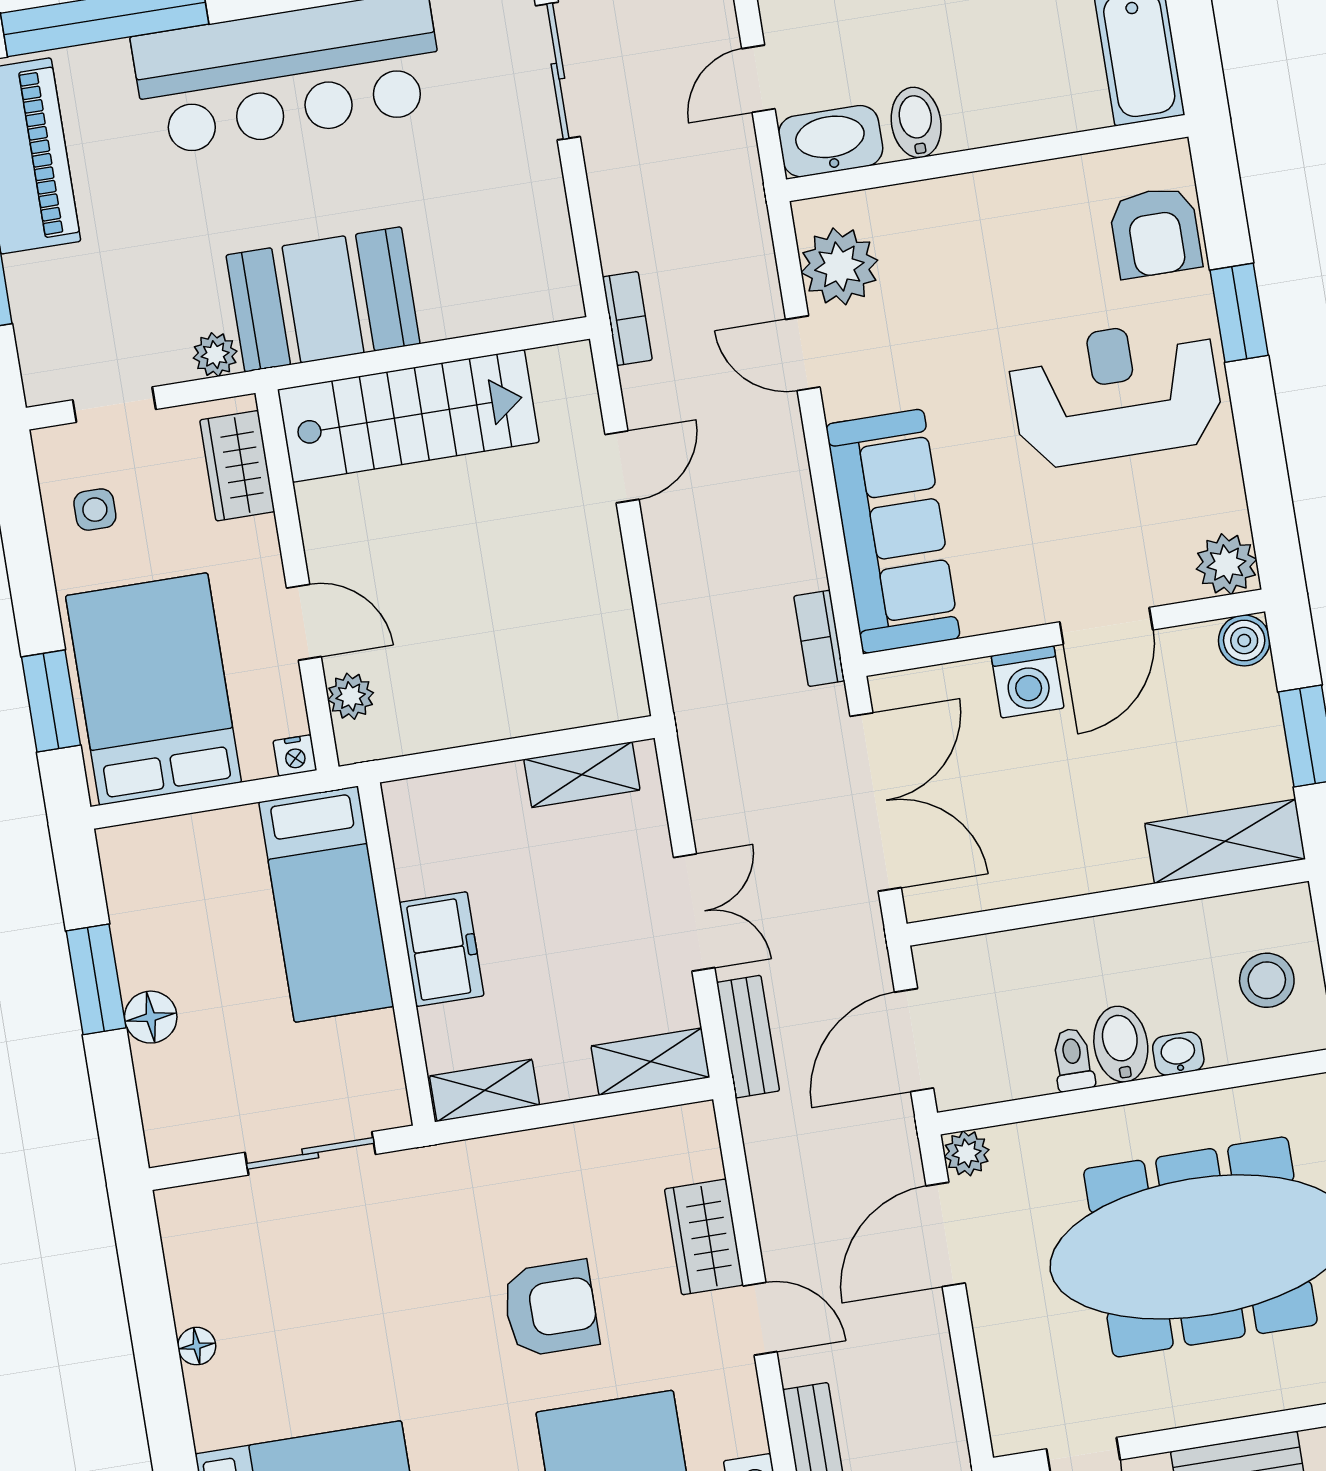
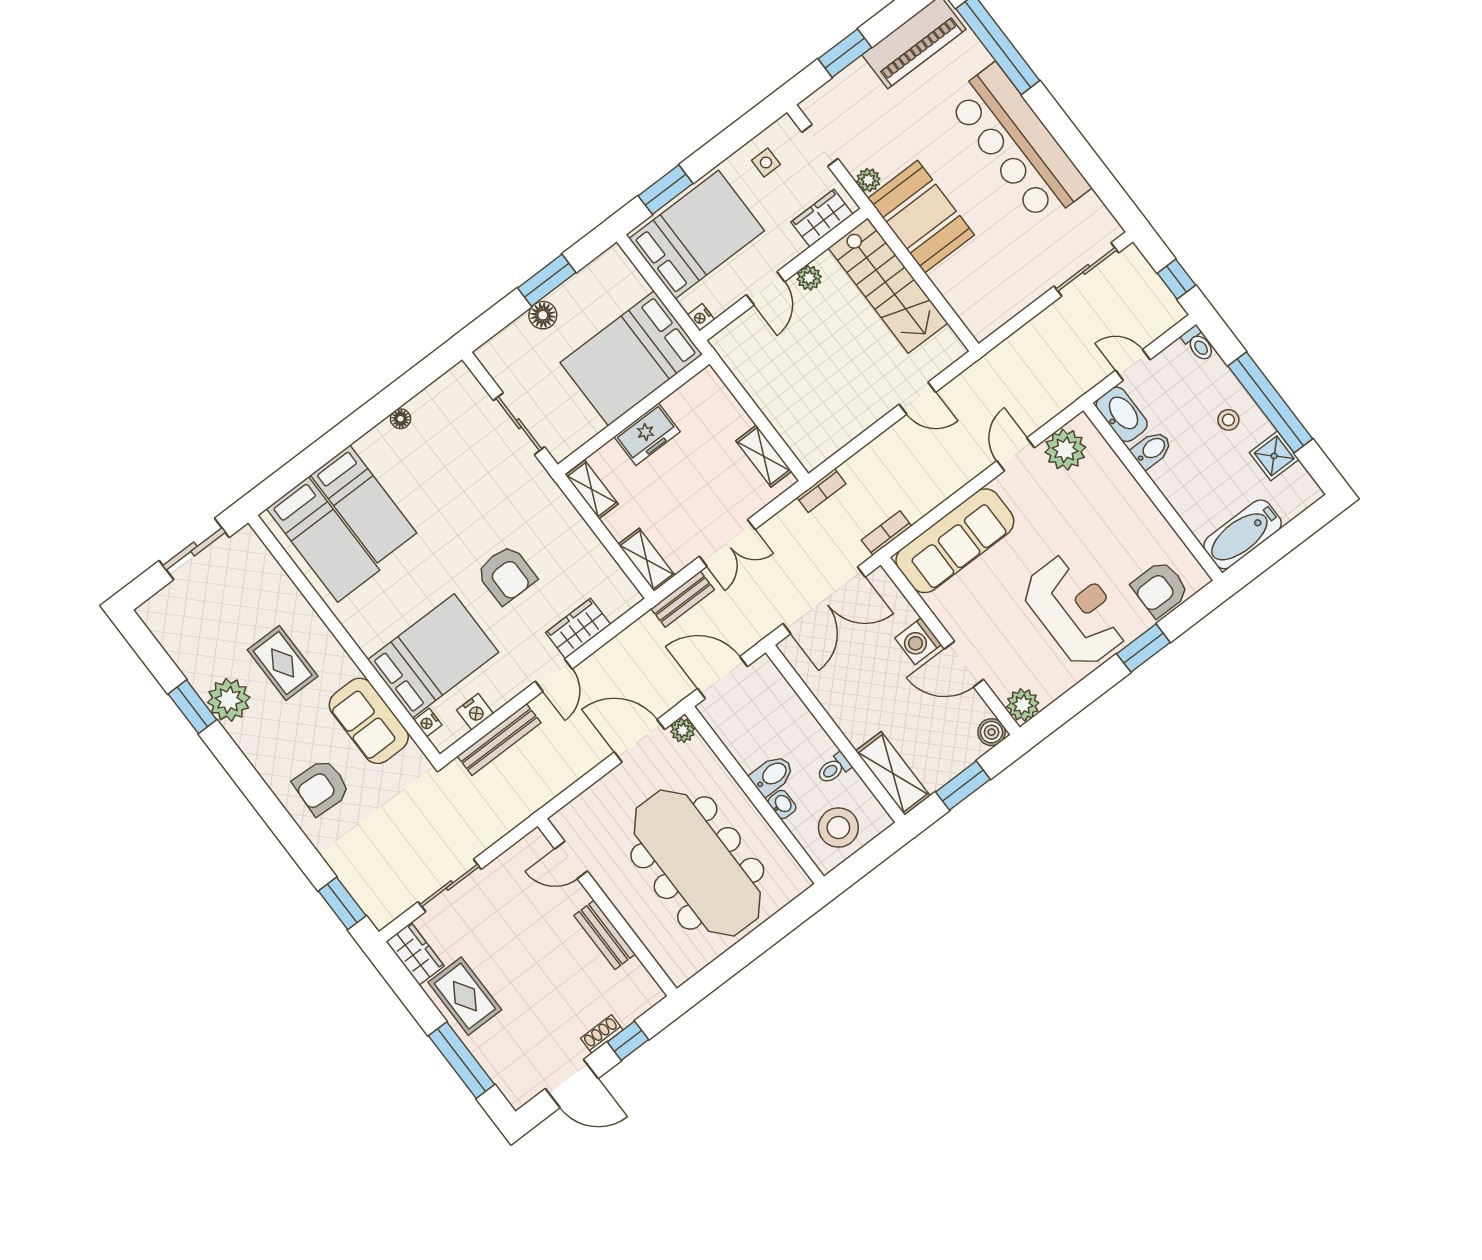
bookcase: (627, 318) -> (821, 491), moved
plant: (351, 696) -> (809, 278), moved
bed: (326, 904) -> (631, 358), width x1.50
stool: (1267, 980) -> (838, 828), width x1.38, depth x1.38
toilet: (1073, 1060) -> (834, 768), moved, turned 180

